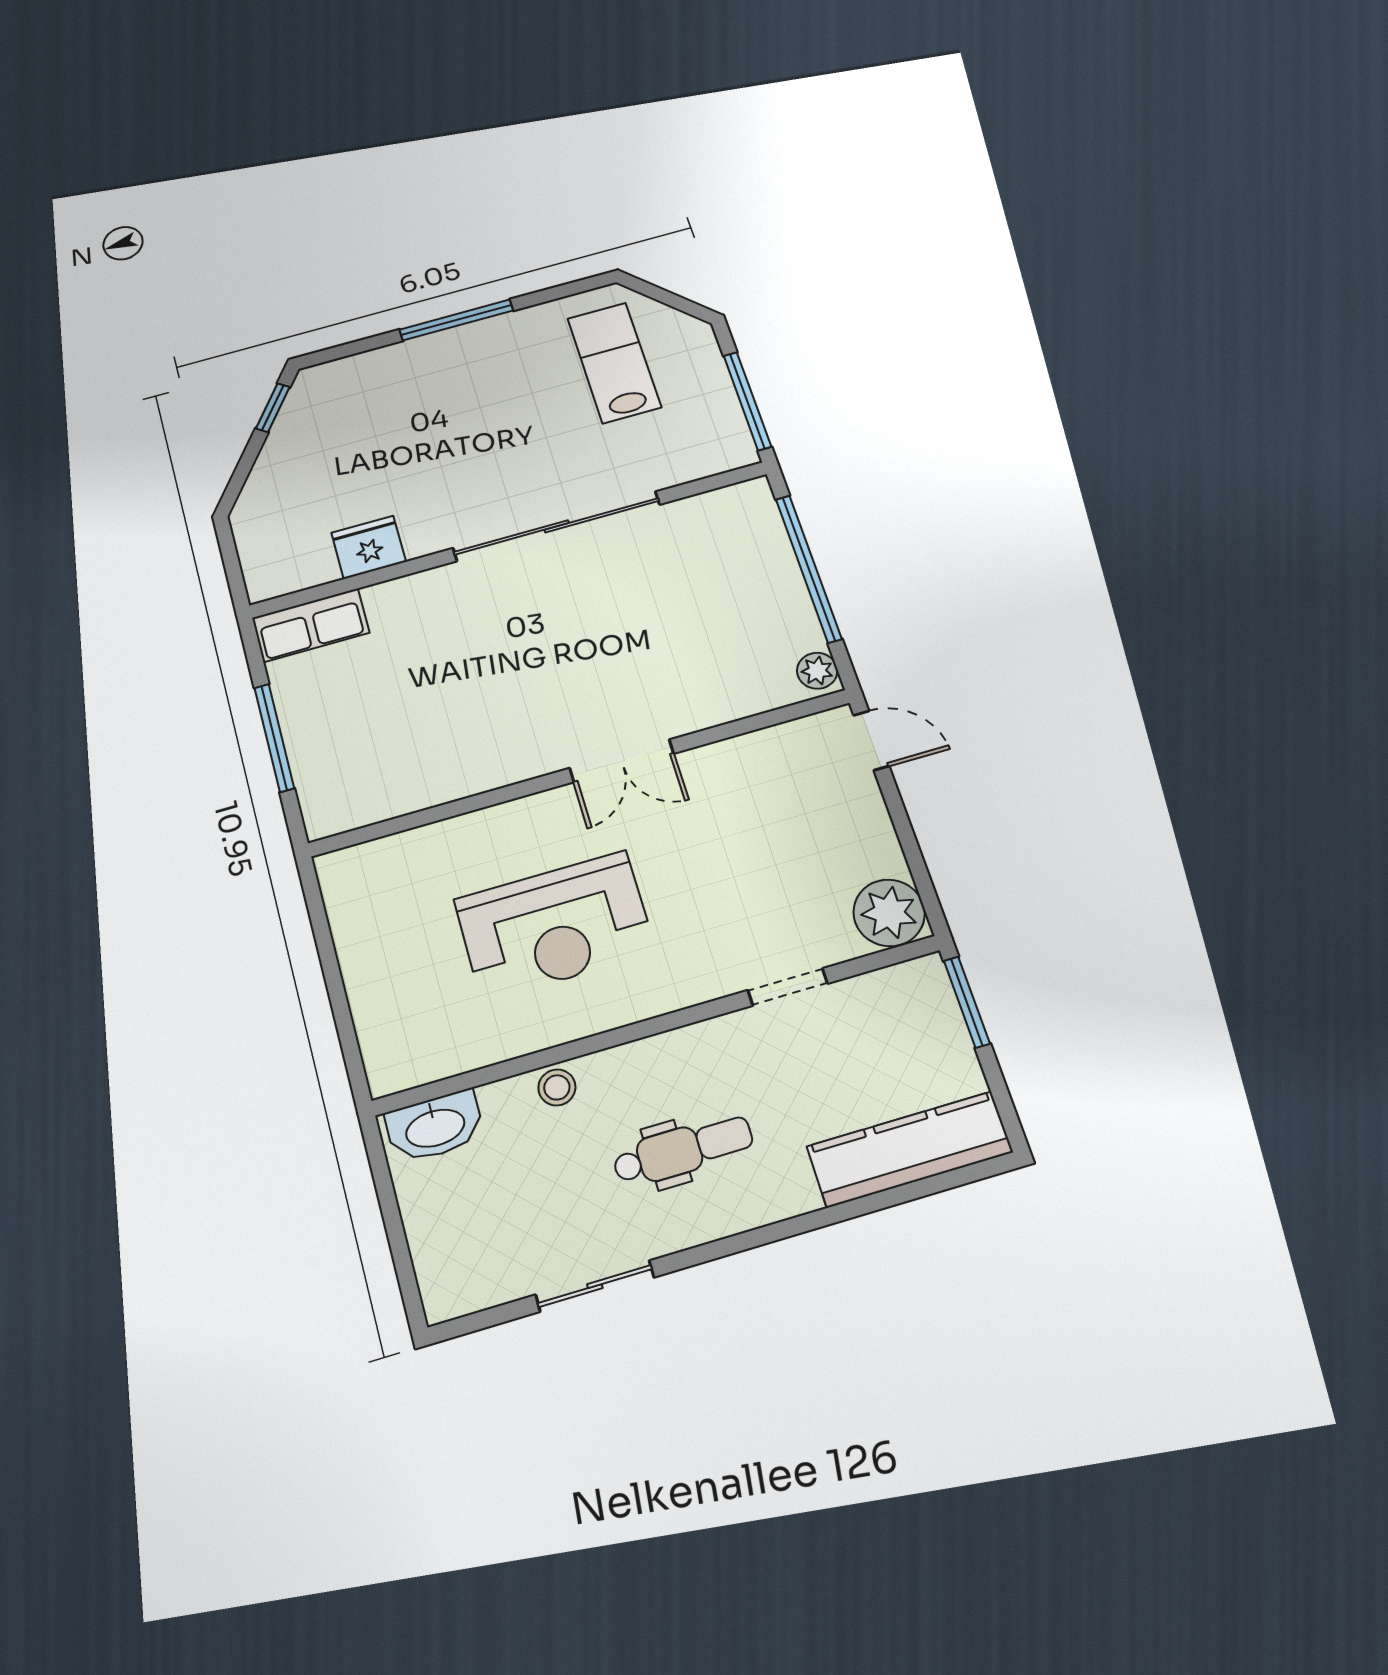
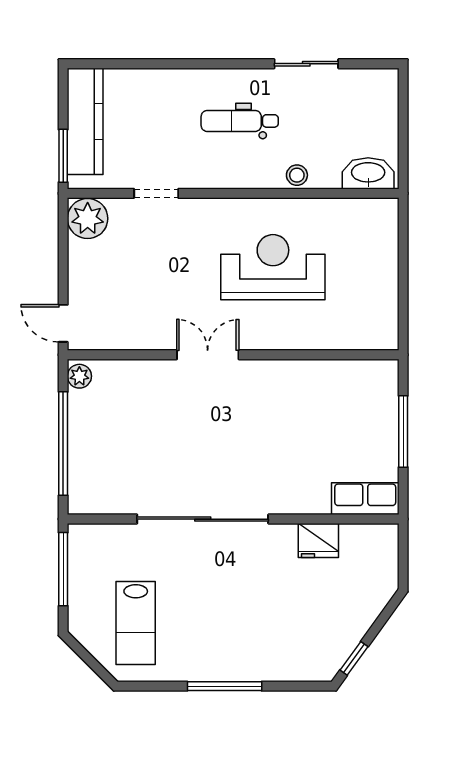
kitchen counter: (910, 1149) -> (85, 121), moved, turned -90

